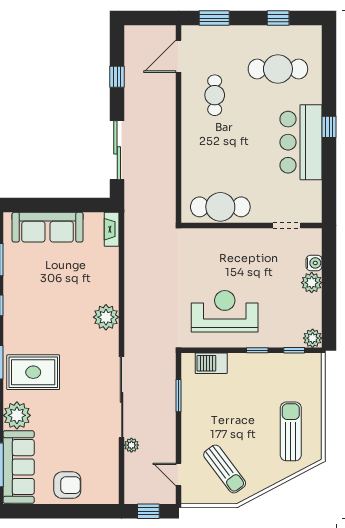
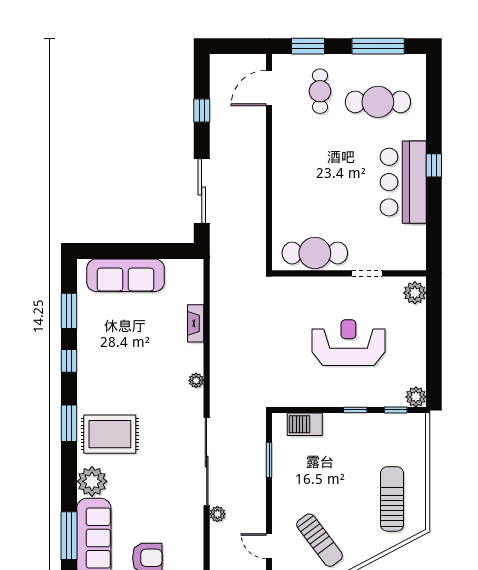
window: (278, 18) -> (378, 46), width x2.17
cafe table: (215, 95) -> (320, 91), moved
doorway: (287, 226) -> (367, 273), moved
fireplace: (112, 229) -> (196, 323), moved
water cooler: (314, 263) -> (417, 314), removed
plant: (312, 283) -> (415, 293), moved
reception desk: (225, 311) -> (348, 343), moved
plant: (106, 317) -> (196, 380), width x0.53, depth x0.53

